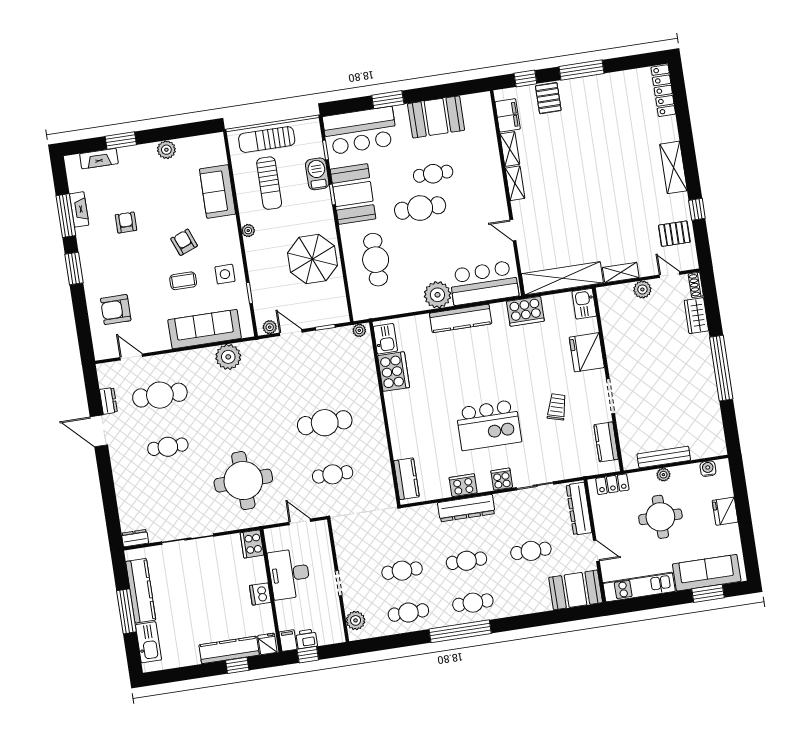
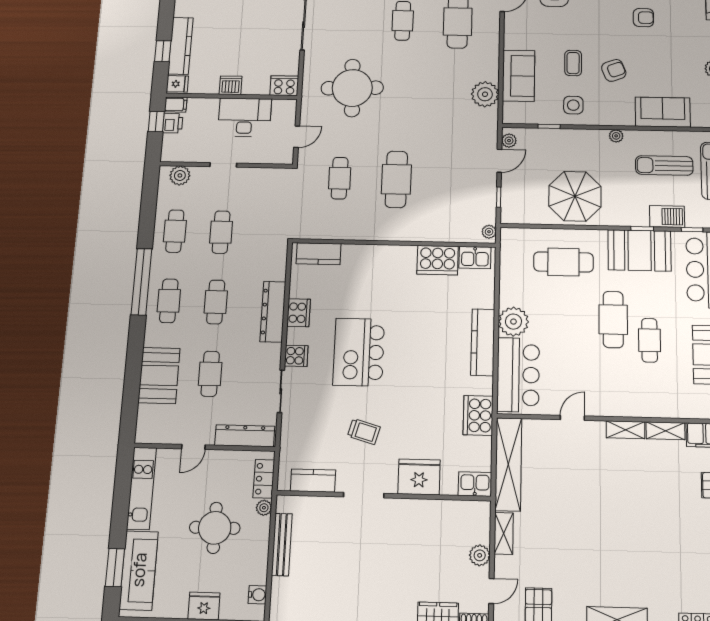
sofa: (205, 329) -> (519, 76), width x0.73
plant: (663, 475) -> (264, 508), moved
booth: (576, 590) -> (159, 375), moved

